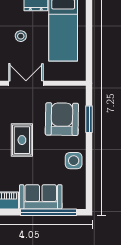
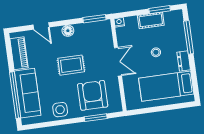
armchair: (62, 119) -> (93, 95), turned -91
sofa: (41, 197) -> (28, 93), width x1.36

